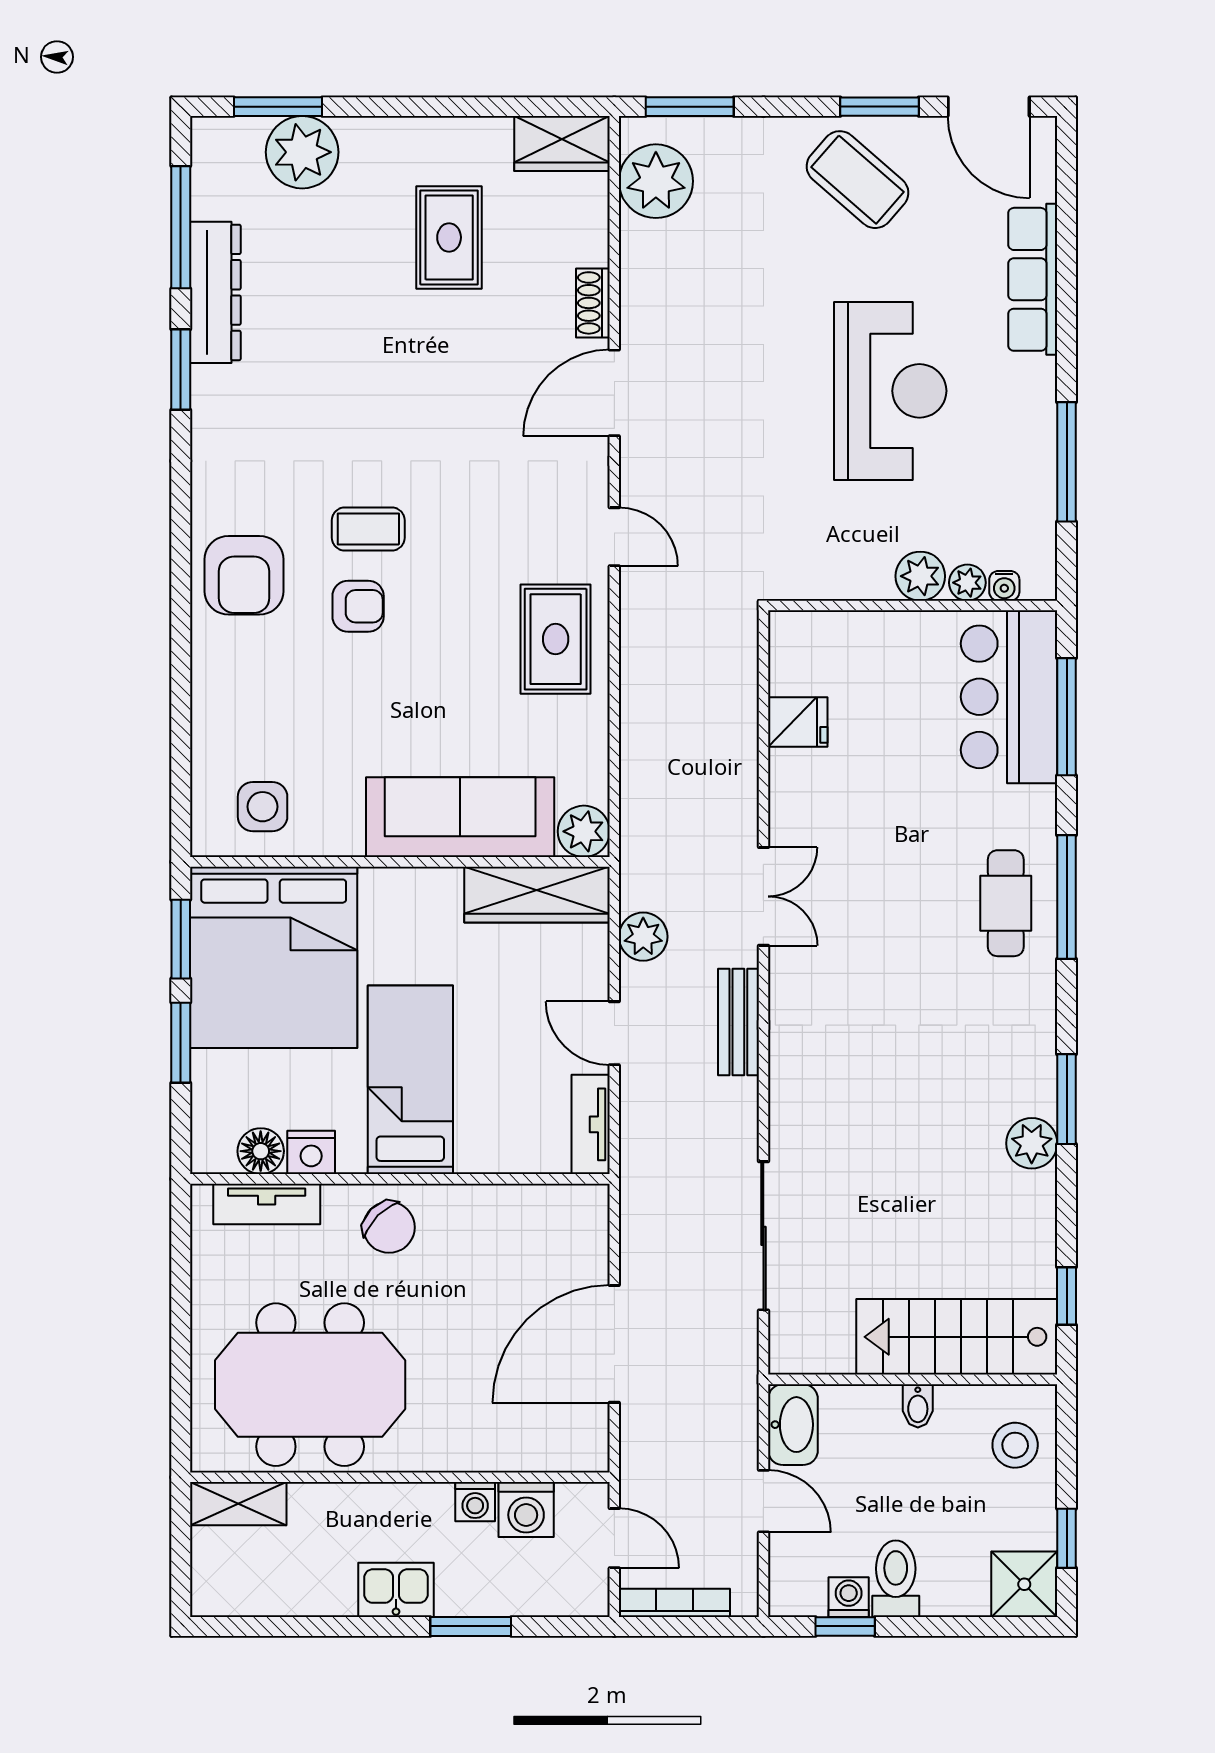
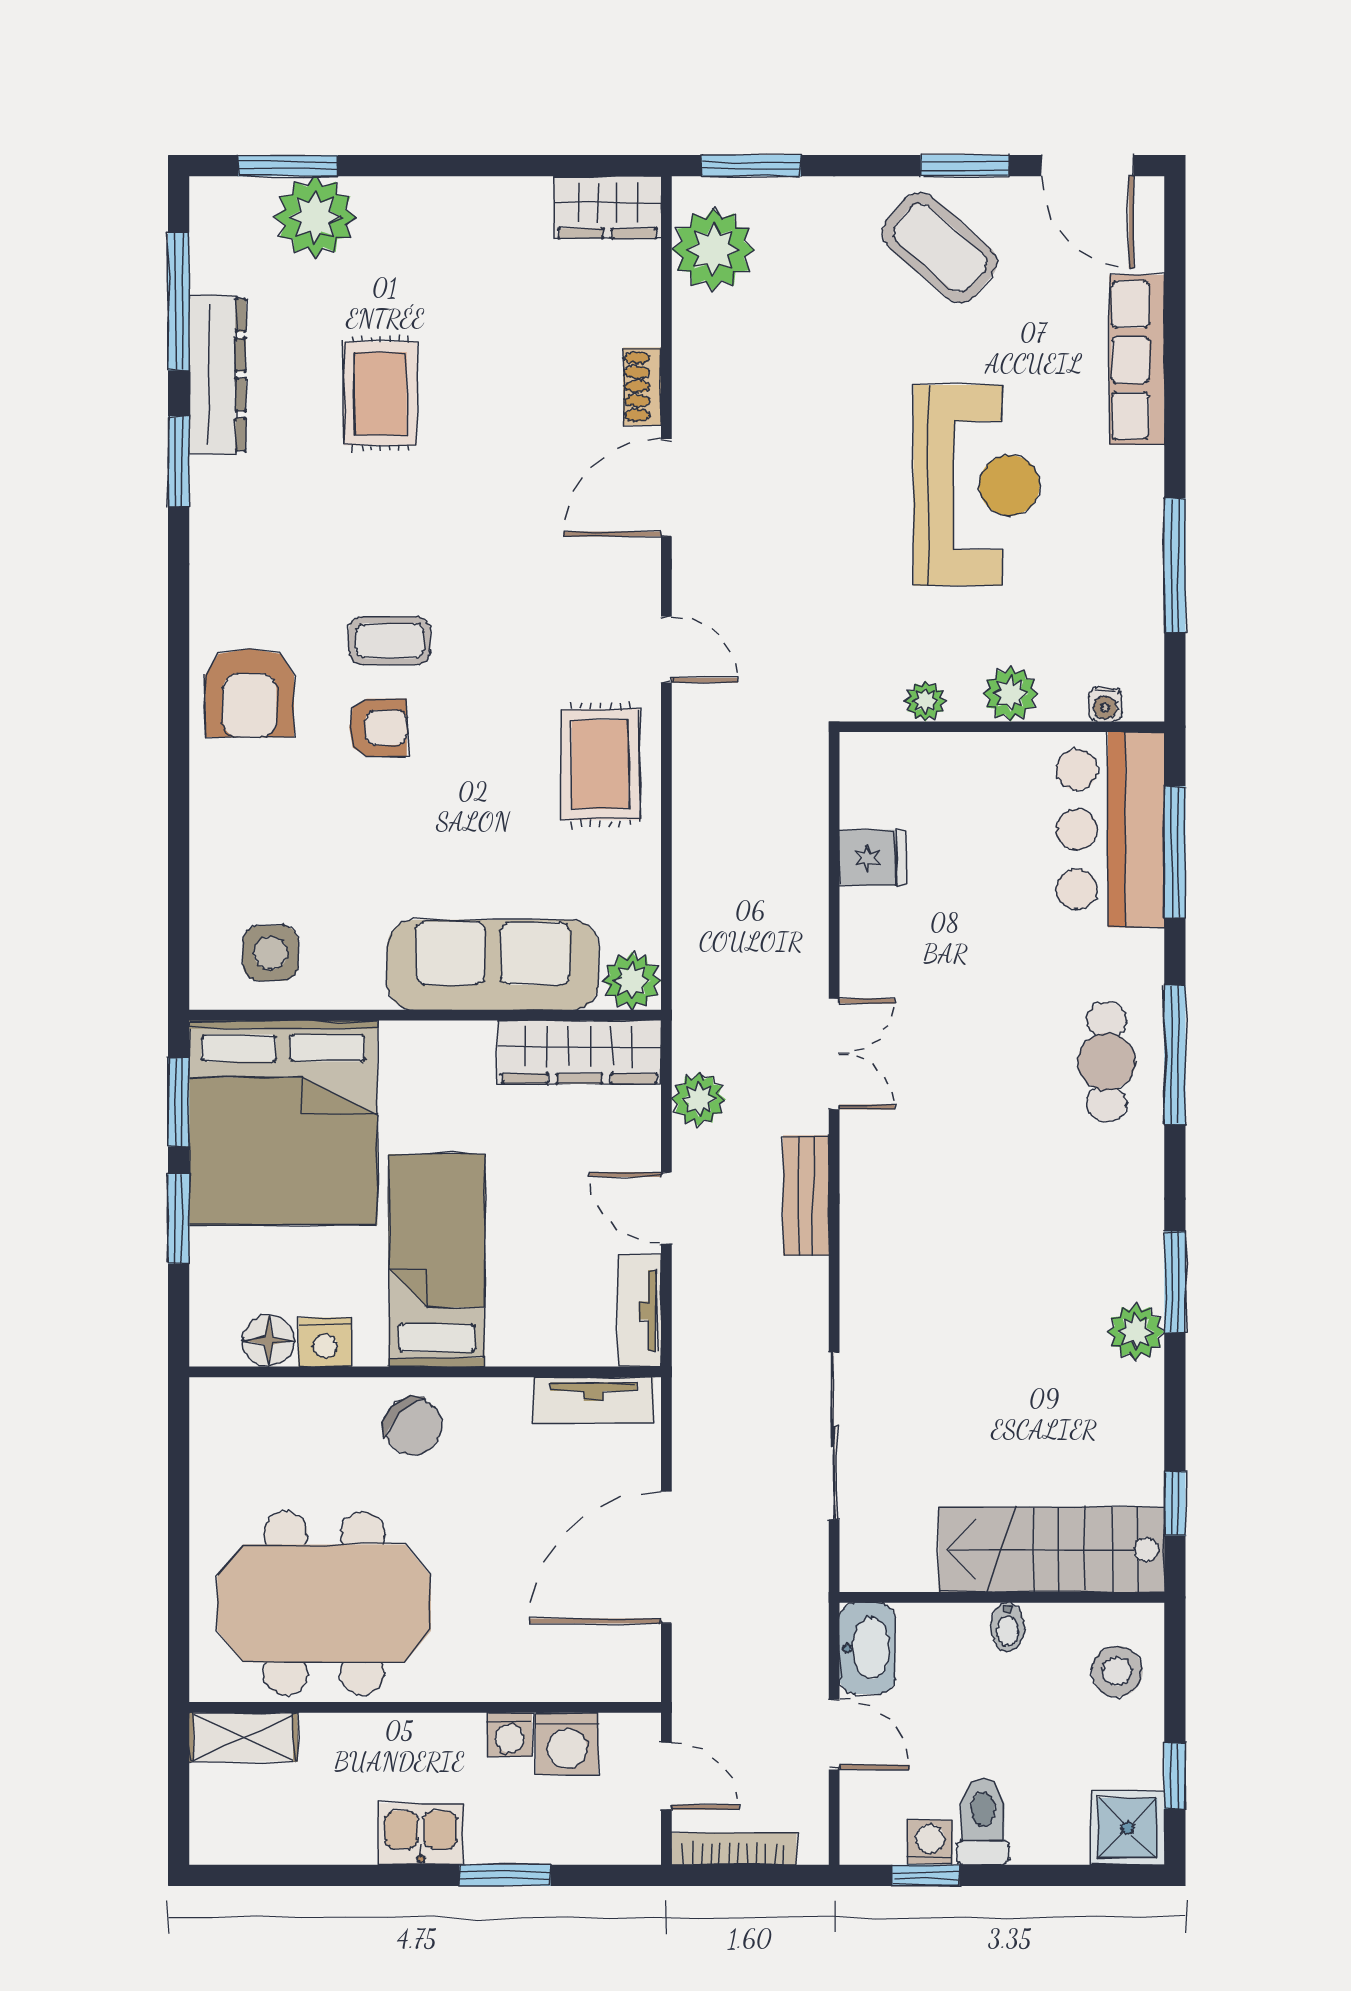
rug: (449, 237) -> (380, 394), moved
plant: (967, 583) -> (925, 701), moved
tv unit: (267, 1204) -> (594, 1400), moved

